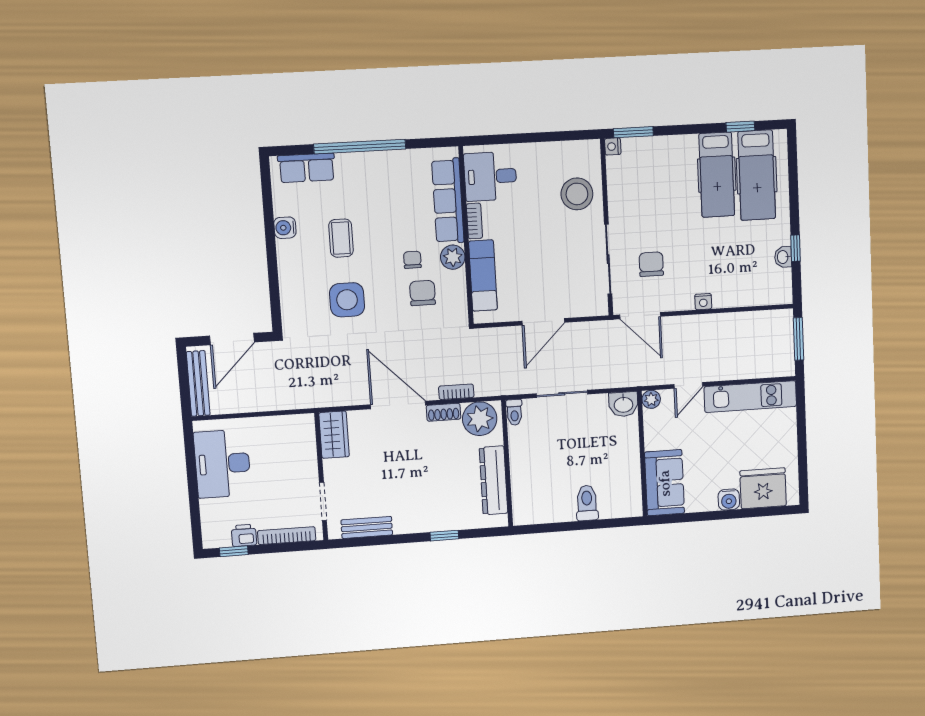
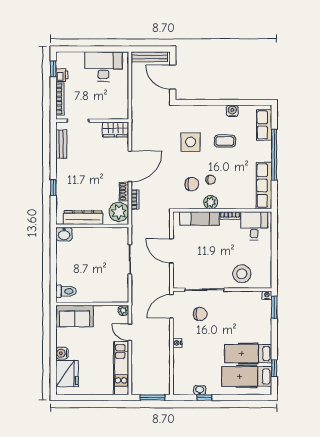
row of seats: (448, 201) -> (264, 186), moved, turned -90
washbasin: (623, 404) -> (64, 234), moved, turned -90
toilet: (514, 412) -> (121, 232), removed
toilet: (587, 503) -> (66, 291), moved

